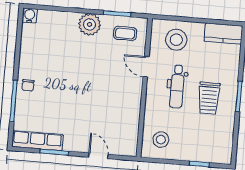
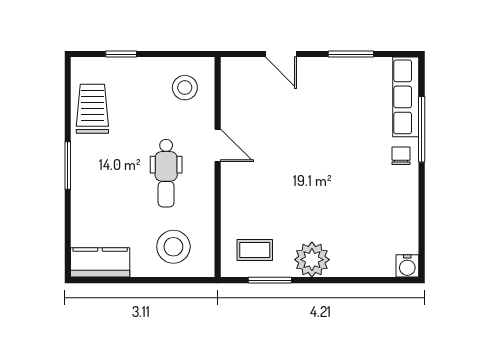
door: (146, 67) -> (218, 145), moved
dental chair: (177, 87) -> (166, 173), turned 180
trolley: (209, 98) -> (92, 109), moved
row of seats: (38, 141) -> (406, 97), moved, turned 90

